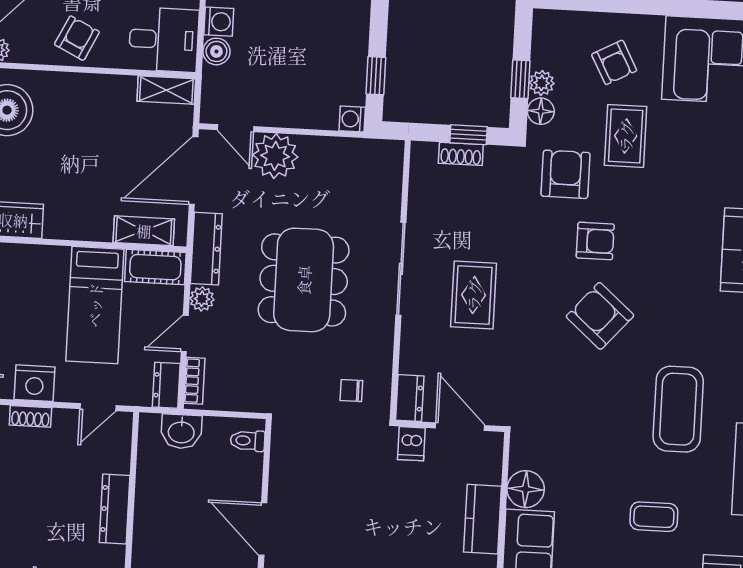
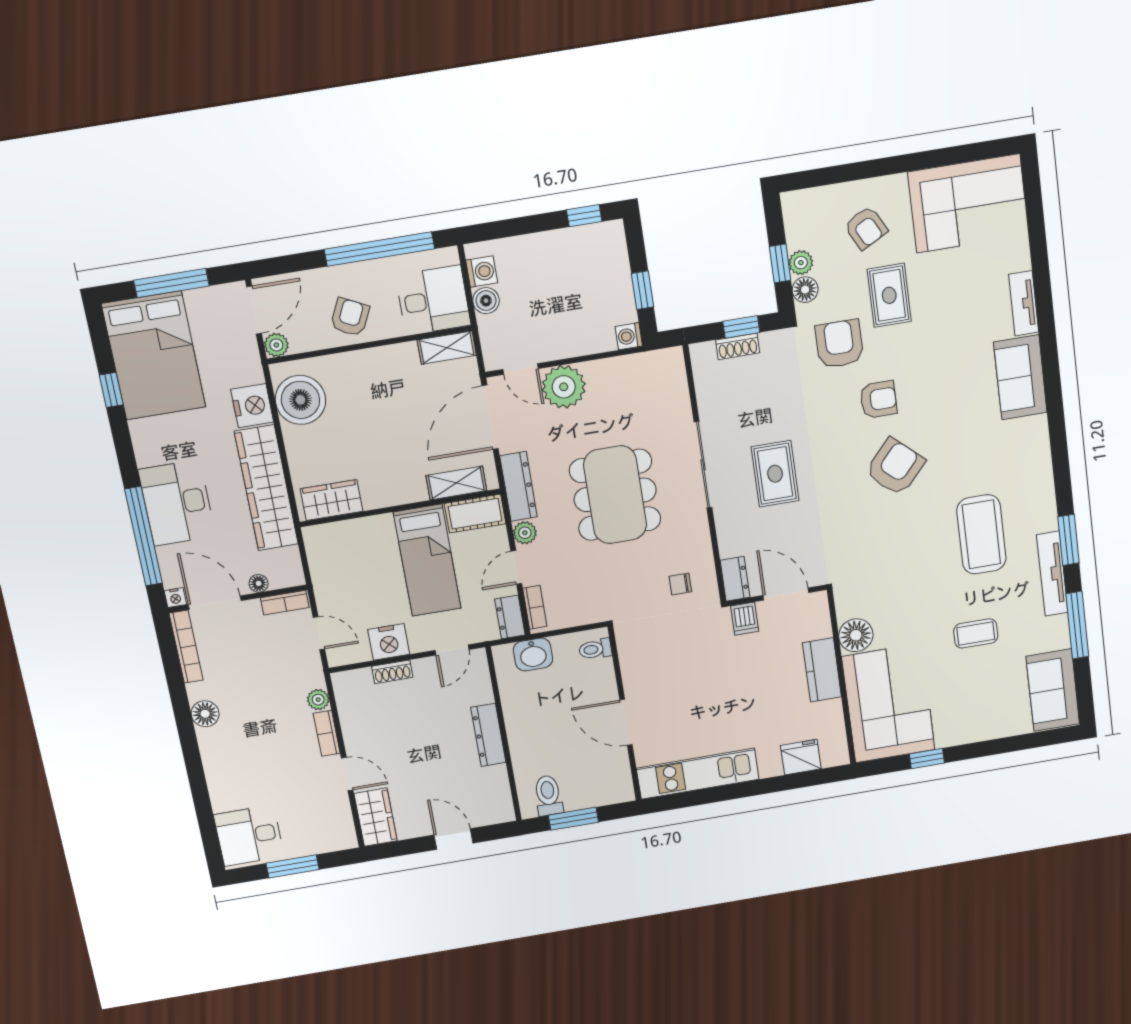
armchair: (600, 316) -> (895, 467), turned 91

